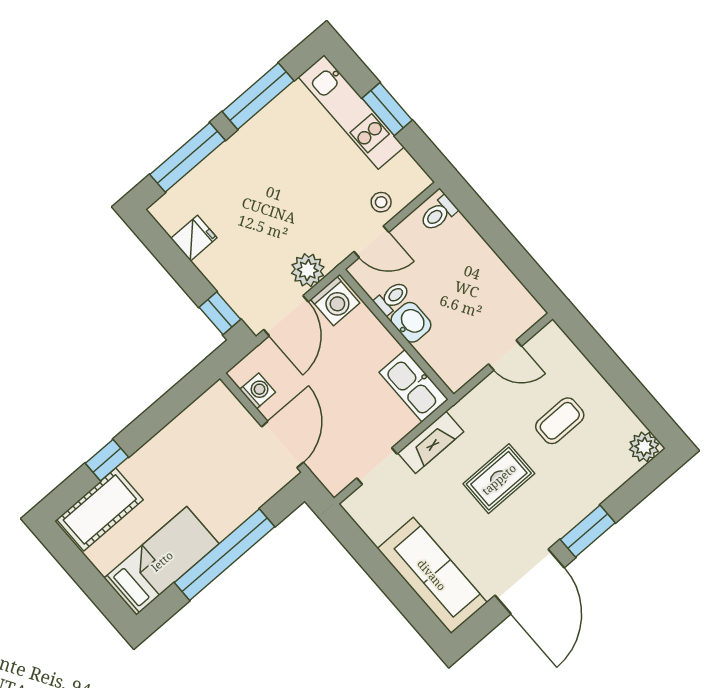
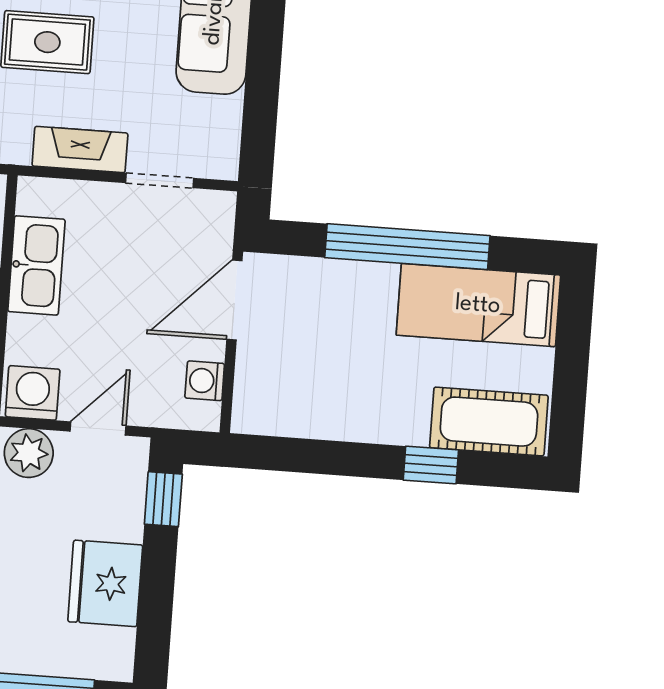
fridge: (194, 238) -> (105, 583), width x1.88, depth x1.34
door: (286, 316) -> (98, 429), width x0.73
kitchen sink: (414, 386) -> (36, 265), moved

